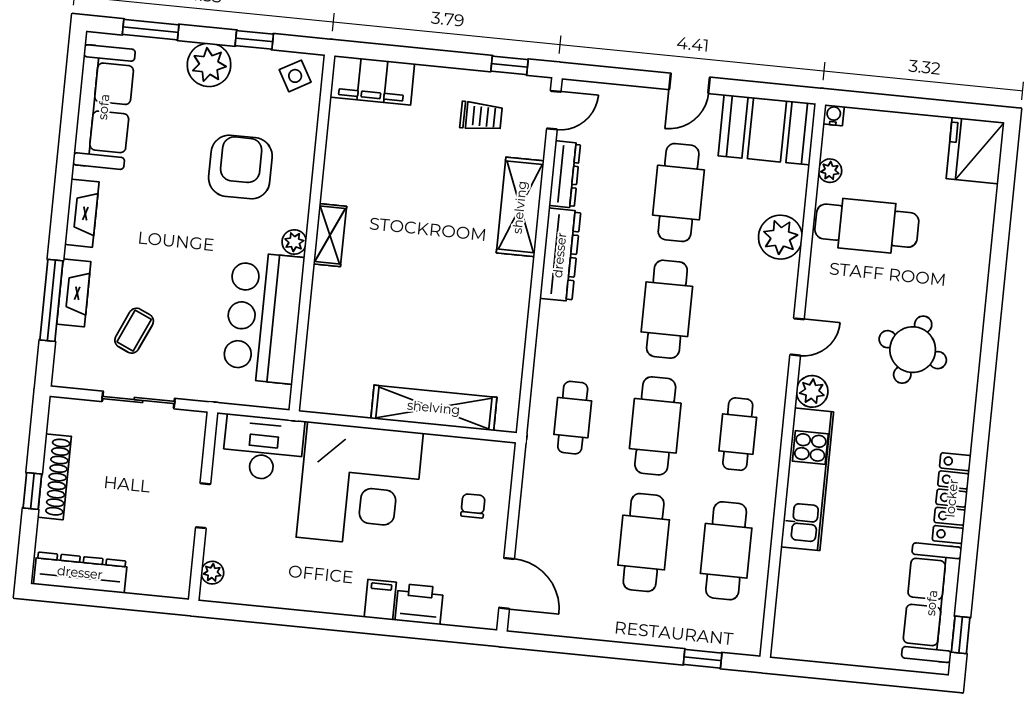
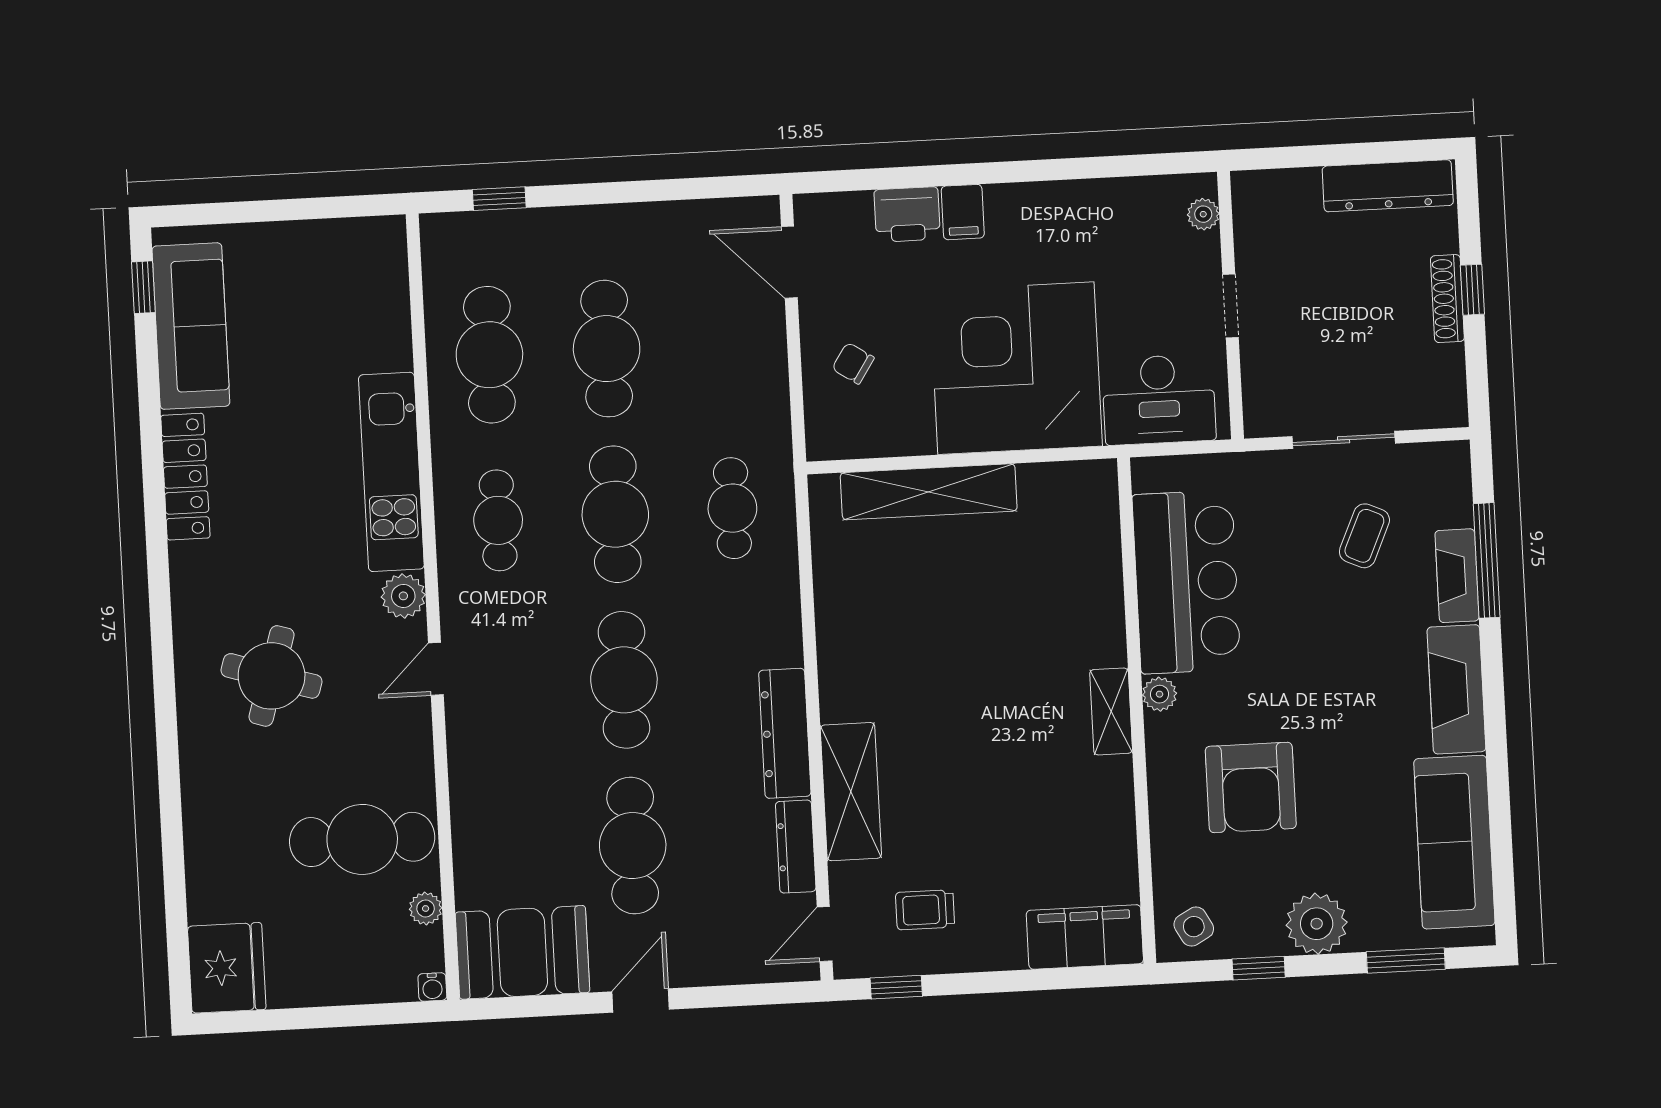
fireplace: (82, 213) -> (1456, 689), width x1.37, depth x1.32
plant: (780, 237) -> (481, 805), removed
shoe rack: (54, 477) -> (1447, 299), width x0.74, depth x0.81
chair: (473, 506) -> (853, 363), turned 123

